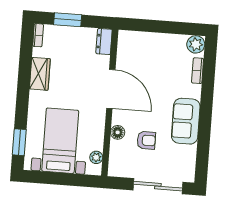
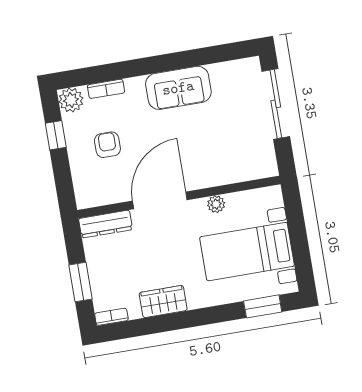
window: (174, 28) -> (56, 135), added
dresser: (104, 41) -> (106, 224), width x1.44
floor lamp: (118, 132) -> (216, 176), removed
armchair: (146, 140) -> (107, 145), moved
plant: (96, 157) -> (216, 204), moved

